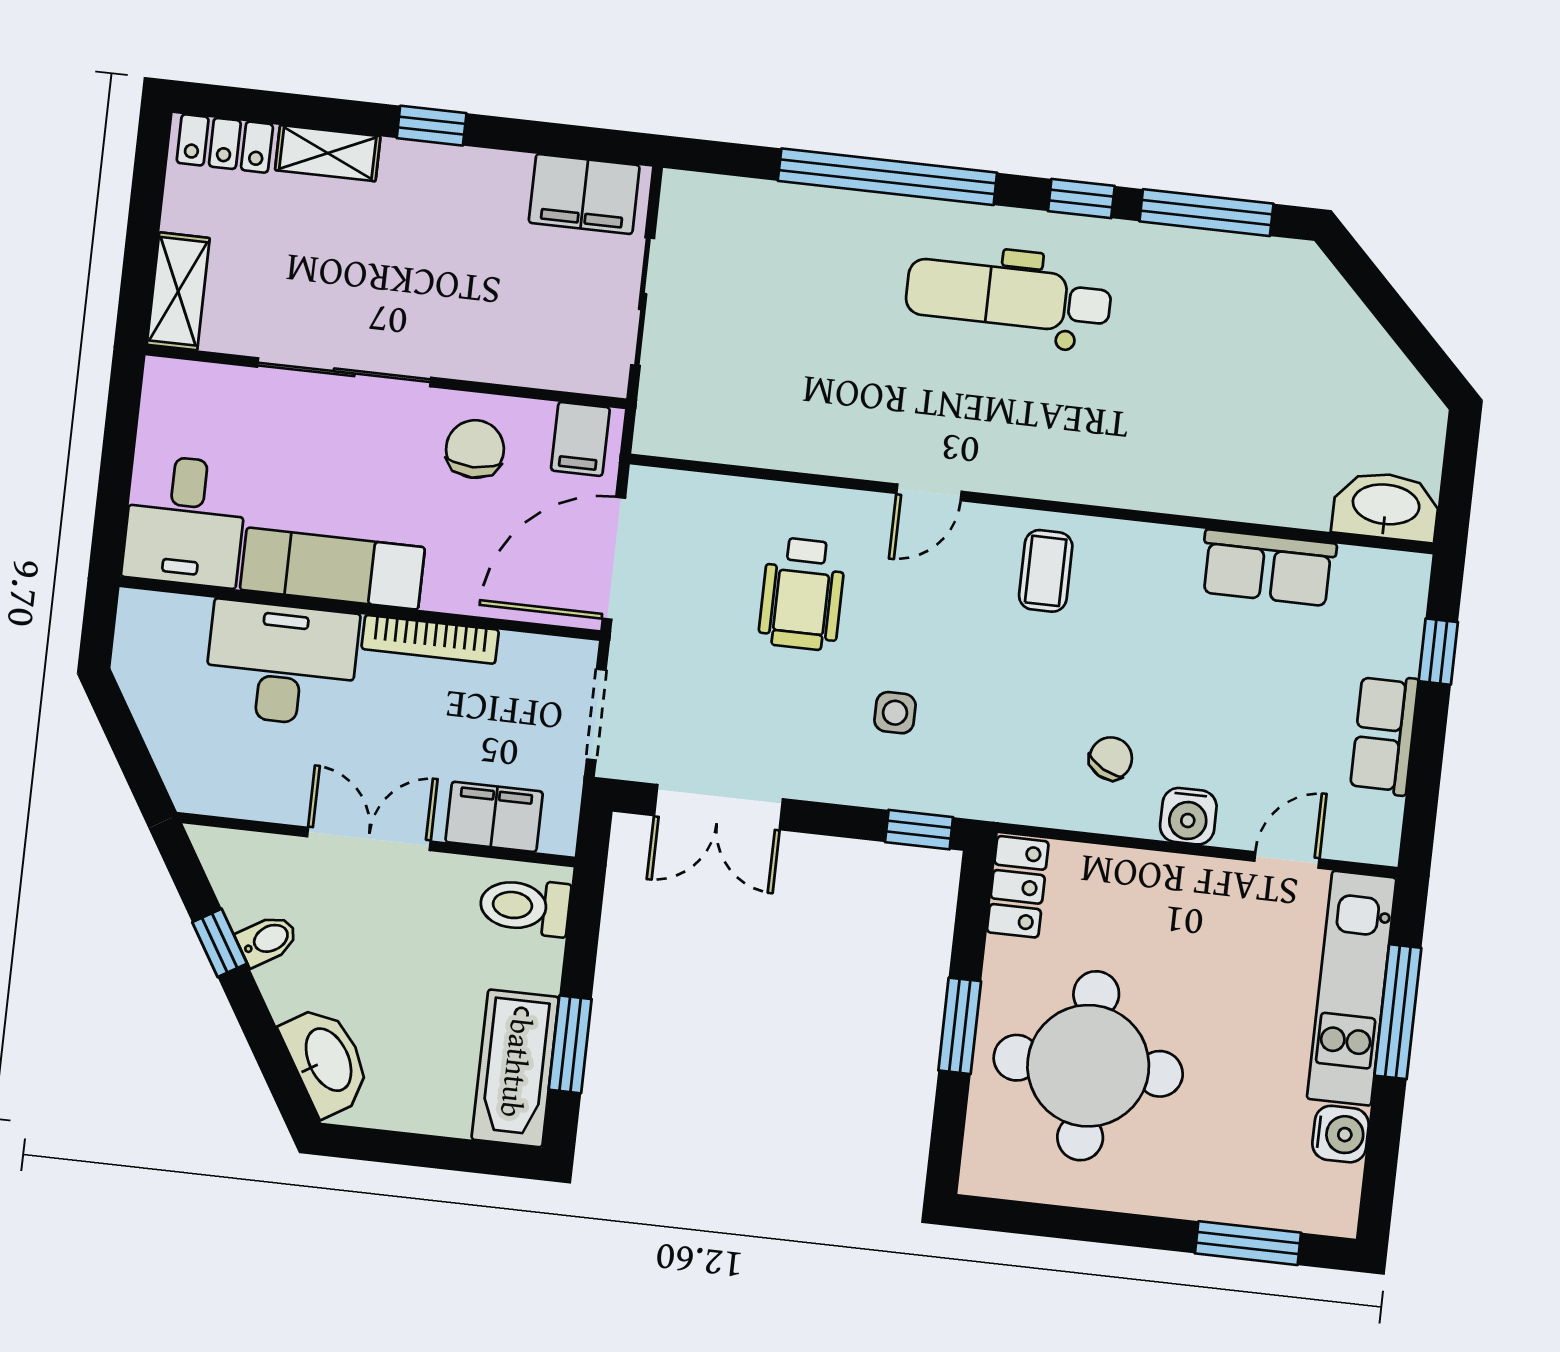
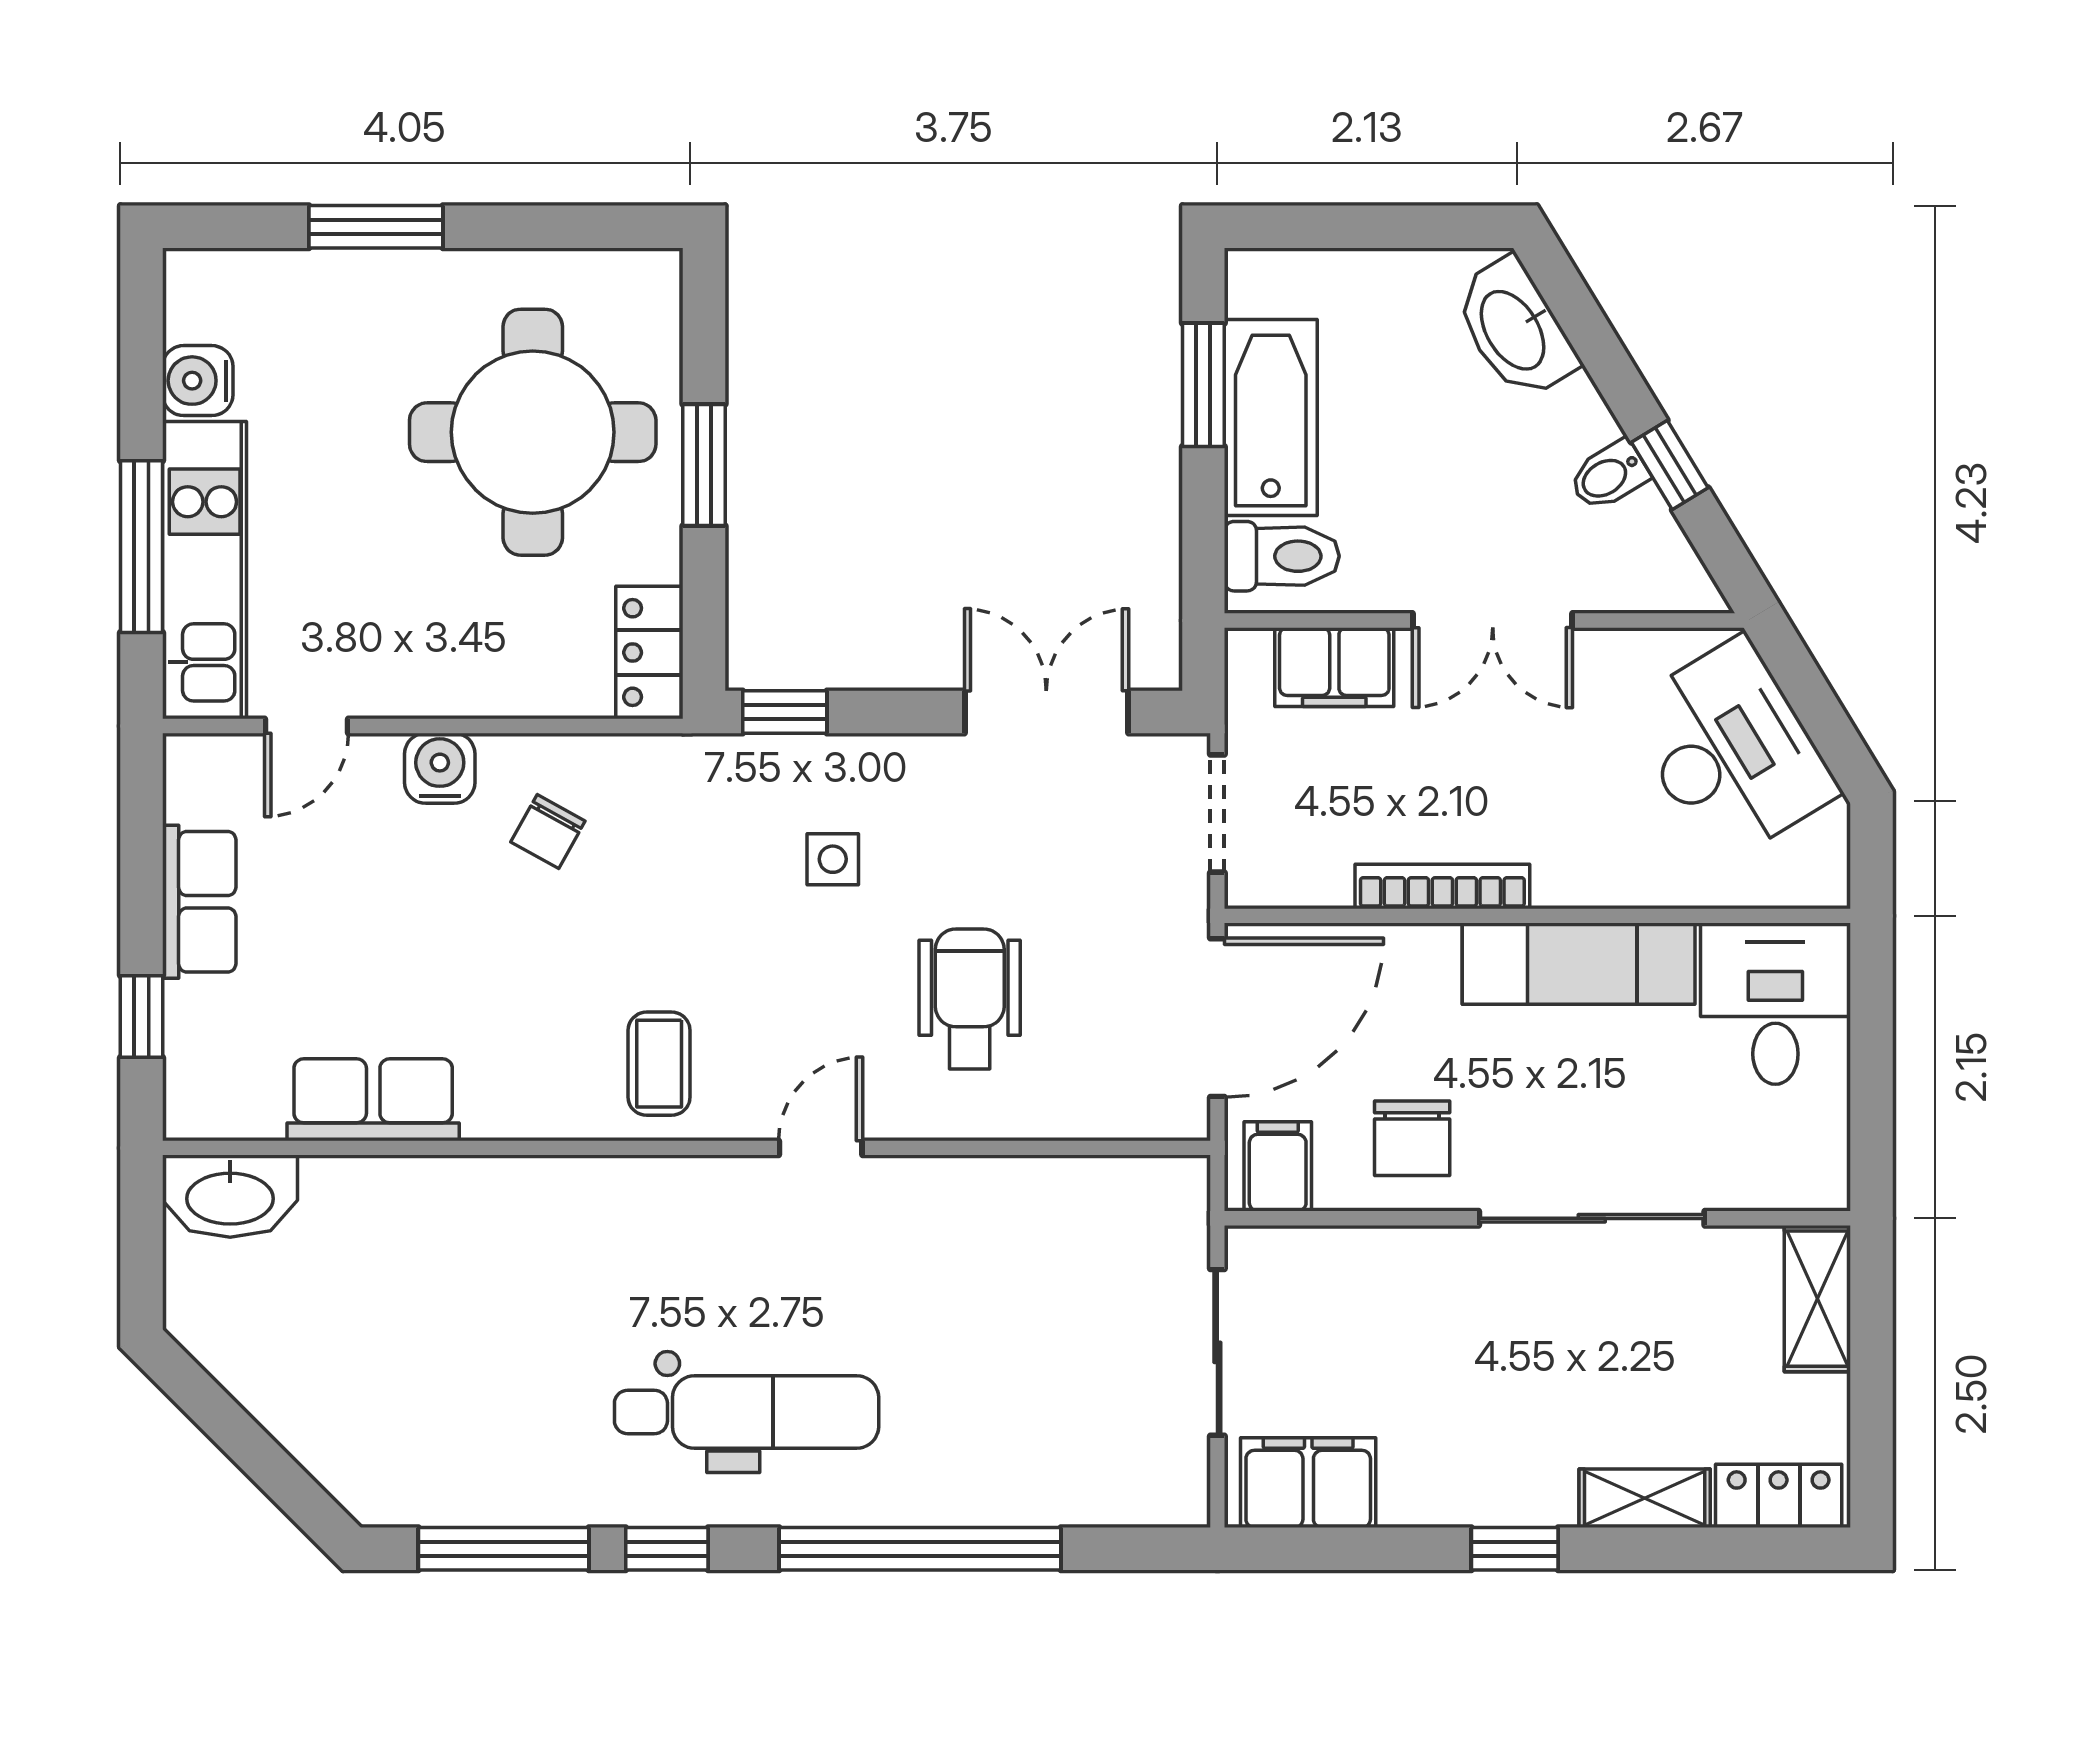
desk: (281, 663) -> (1731, 751), moved, turned -121
bathtub: (515, 1068) -> (1271, 418), moved
window: (1248, 1243) -> (376, 227), moved

